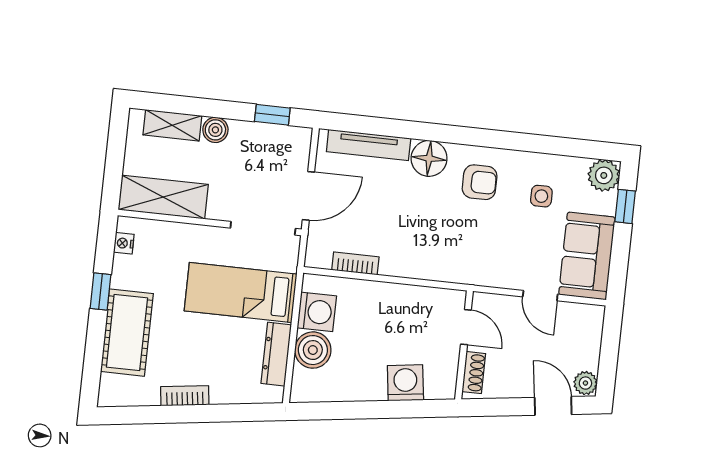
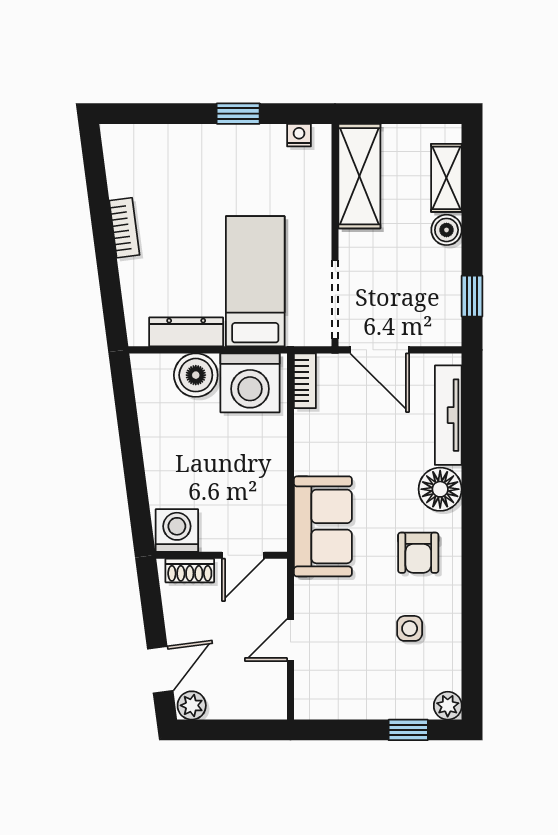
plant: (604, 175) -> (448, 706), width x0.73, depth x0.73
sofa: (587, 256) -> (323, 526), moved, turned 90
bookcase: (355, 263) -> (305, 381), moved
washing machine: (317, 312) -> (250, 383), width x1.37, depth x1.37
cot: (127, 333) -> (193, 150), removed
washing machine: (405, 383) -> (177, 531), moved, turned -83

